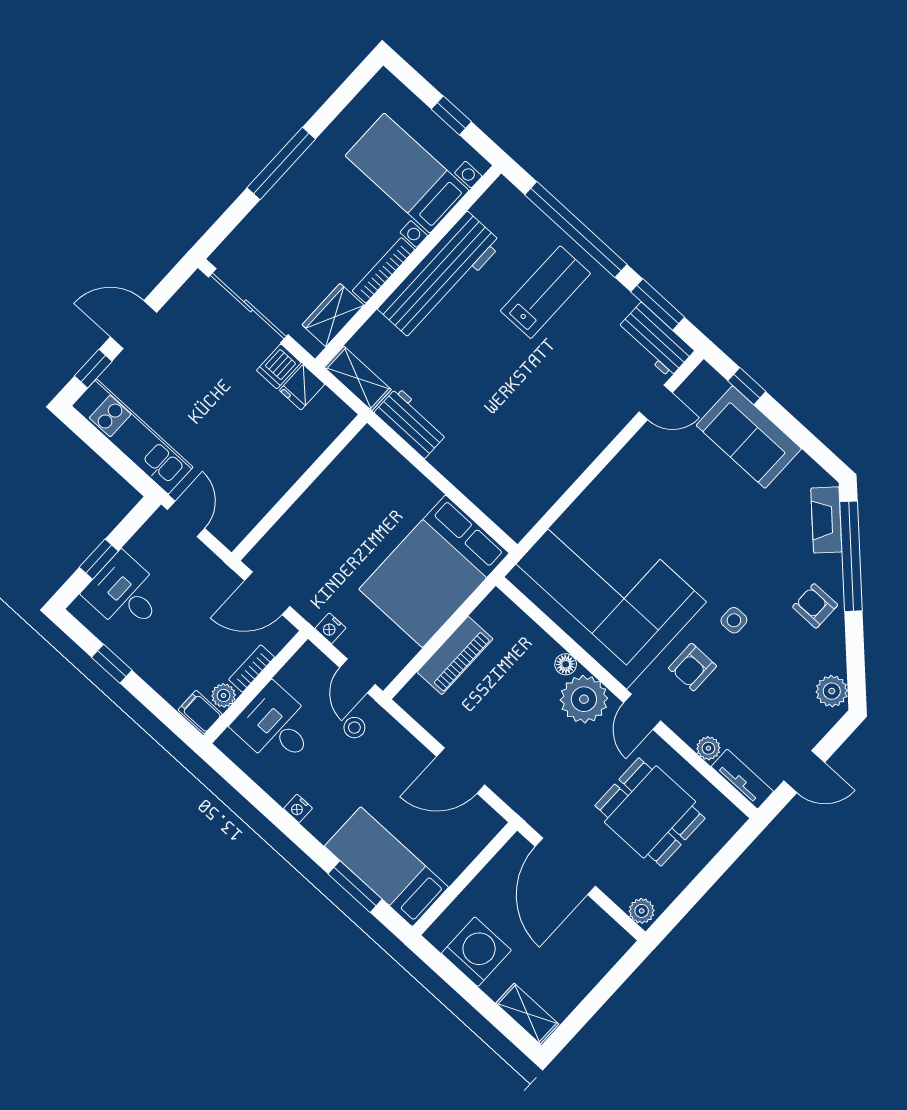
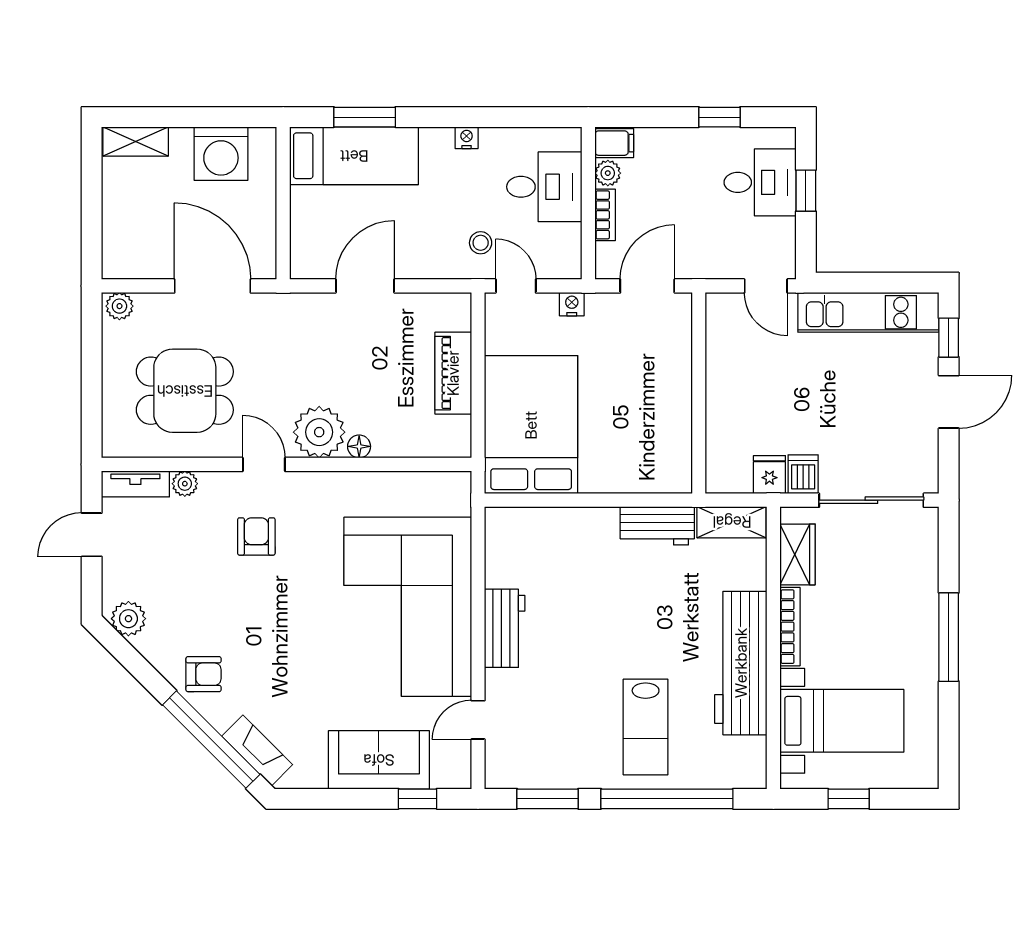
workbench: (655, 340) -> (505, 628), moved, turned 90
corner sofa: (605, 589) -> (408, 607), moved, turned 90
side table: (734, 620) -> (258, 604), removed

